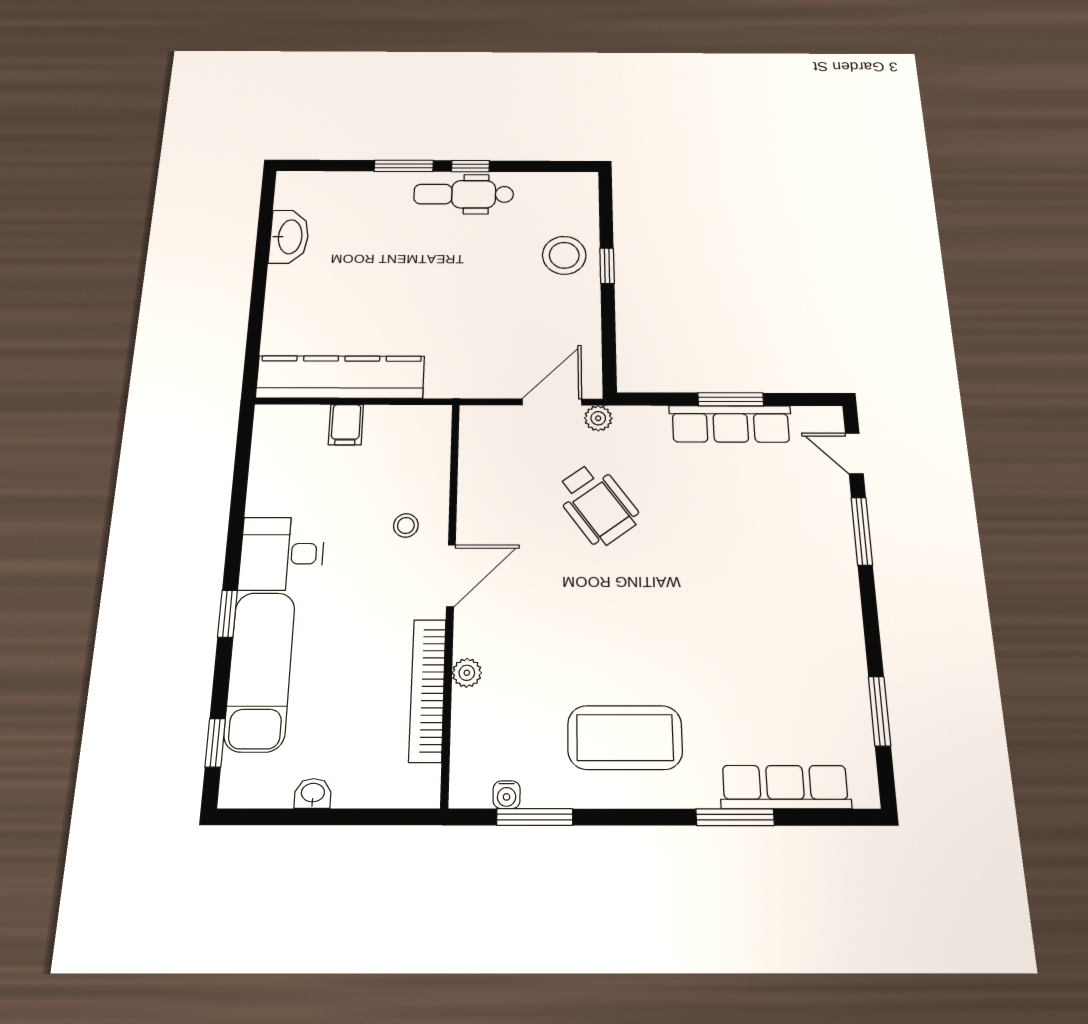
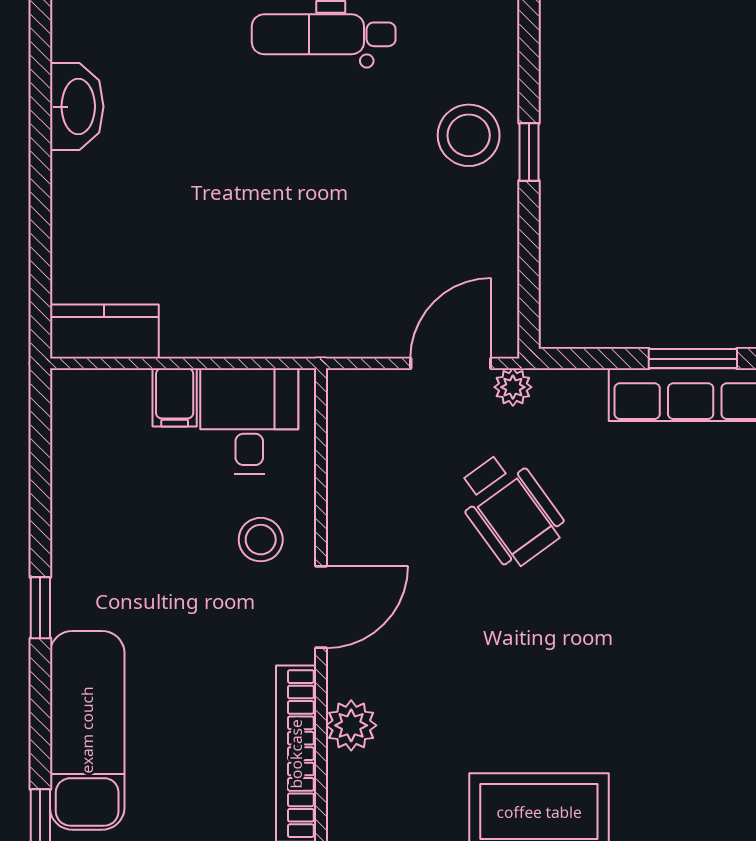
kitchen counter: (340, 377) -> (104, 331), width x0.48, depth x0.86
stool: (406, 525) -> (261, 540), width x1.37, depth x1.37
desk: (282, 554) -> (249, 421), moved, turned 90
window: (227, 614) -> (40, 608), moved
plant: (467, 673) -> (351, 725), width x1.38, depth x1.38

